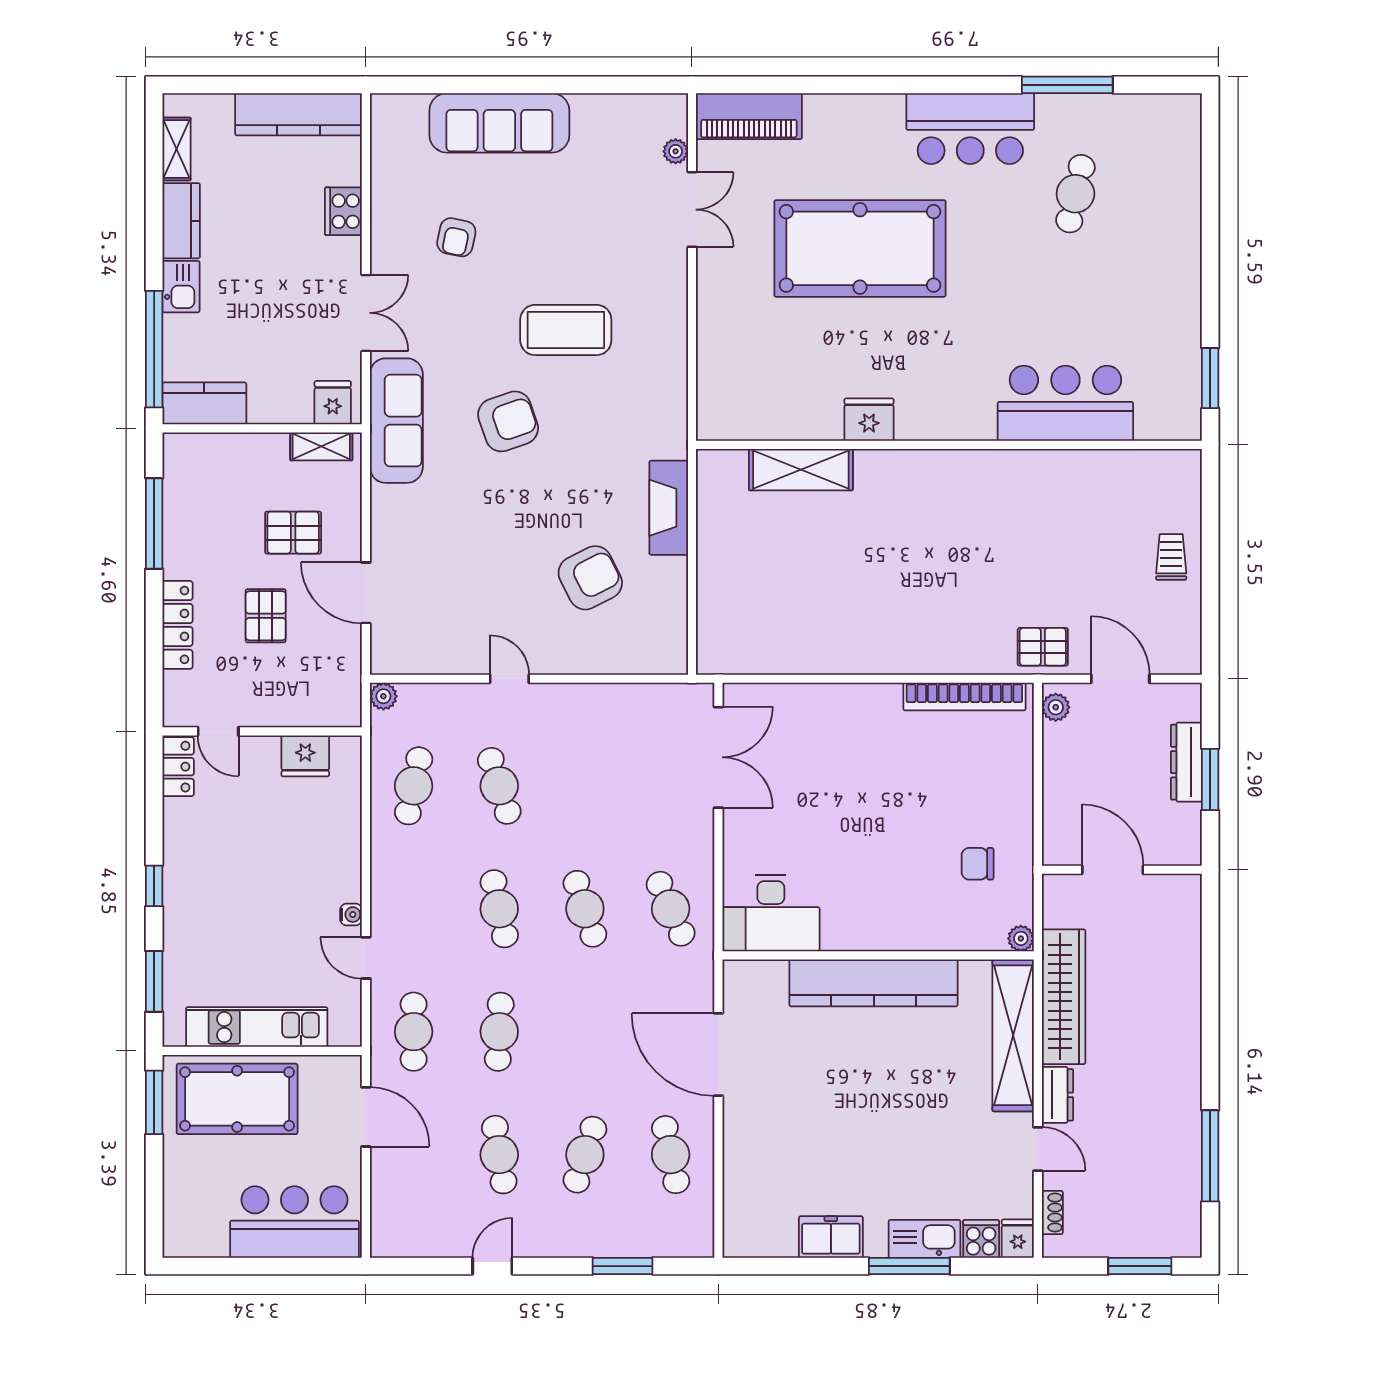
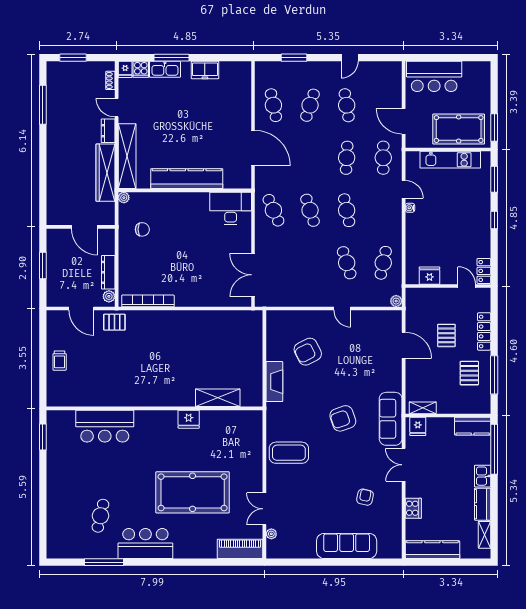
coffee table: (566, 330) -> (289, 453), moved
pallet: (293, 533) -> (469, 373), moved, turned 90
dresser: (1186, 762) -> (108, 272), moved, turned 180

